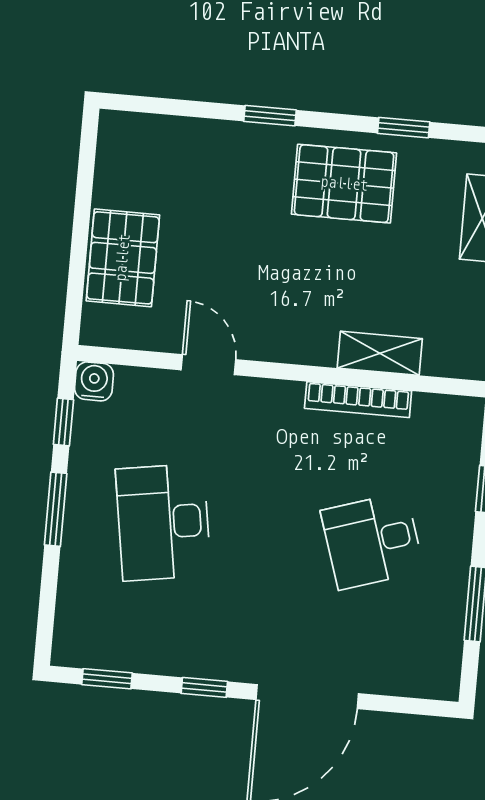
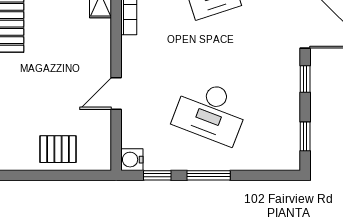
pallet: (123, 258) -> (58, 149), width x0.67, depth x0.71
desk: (163, 522) -> (211, 112), turned 30

